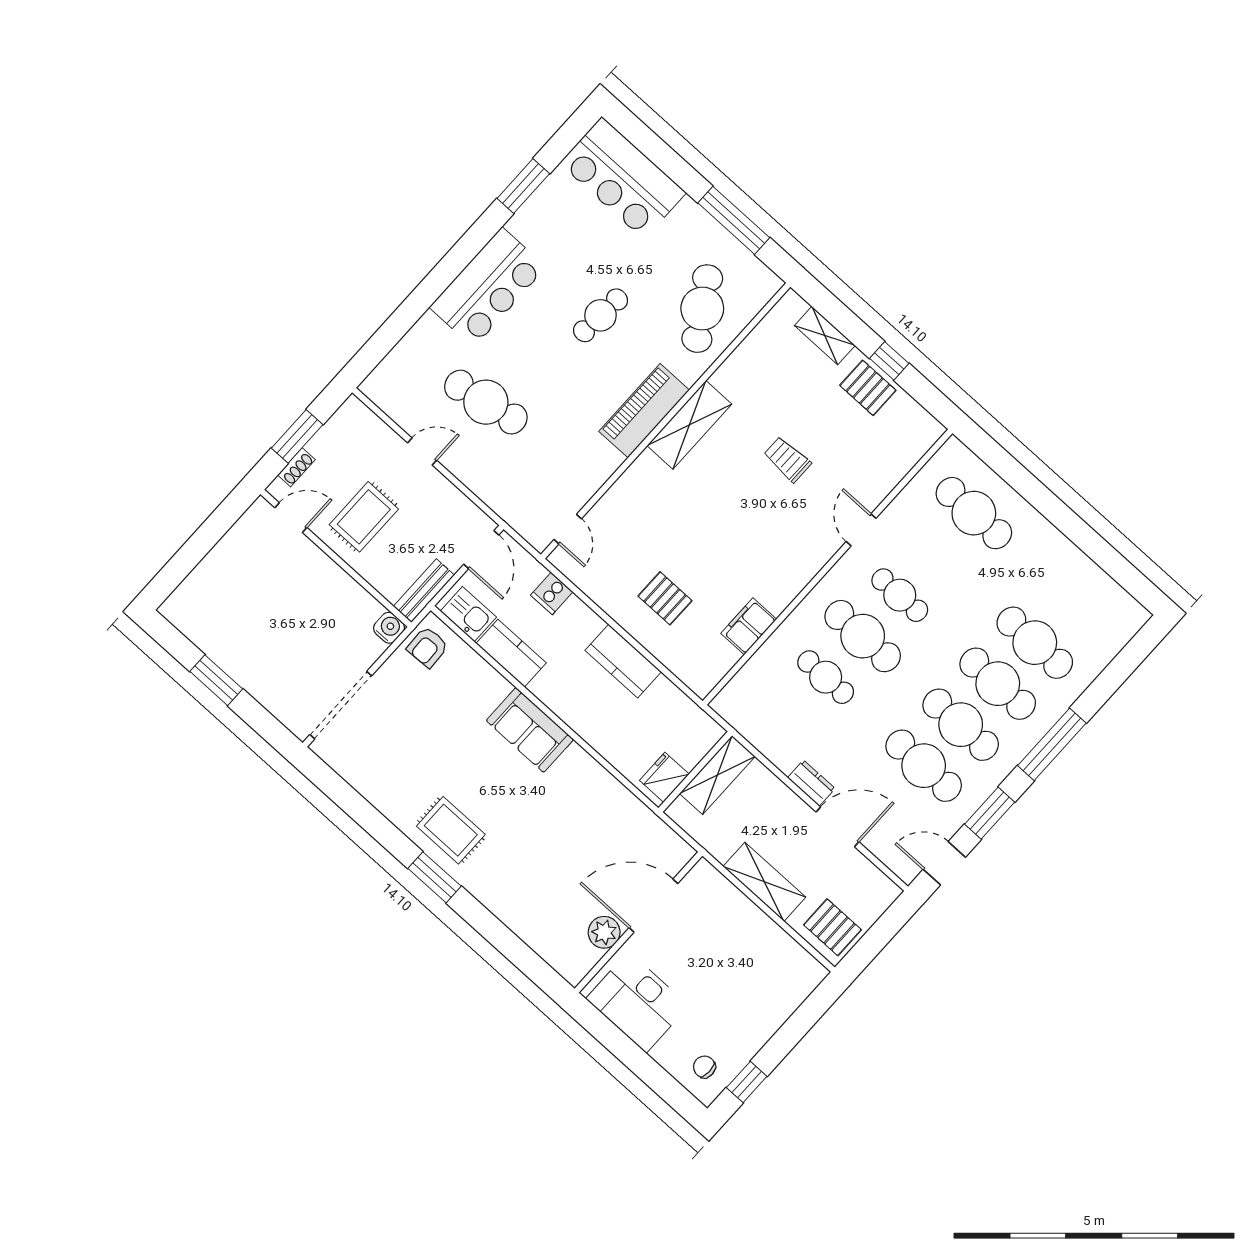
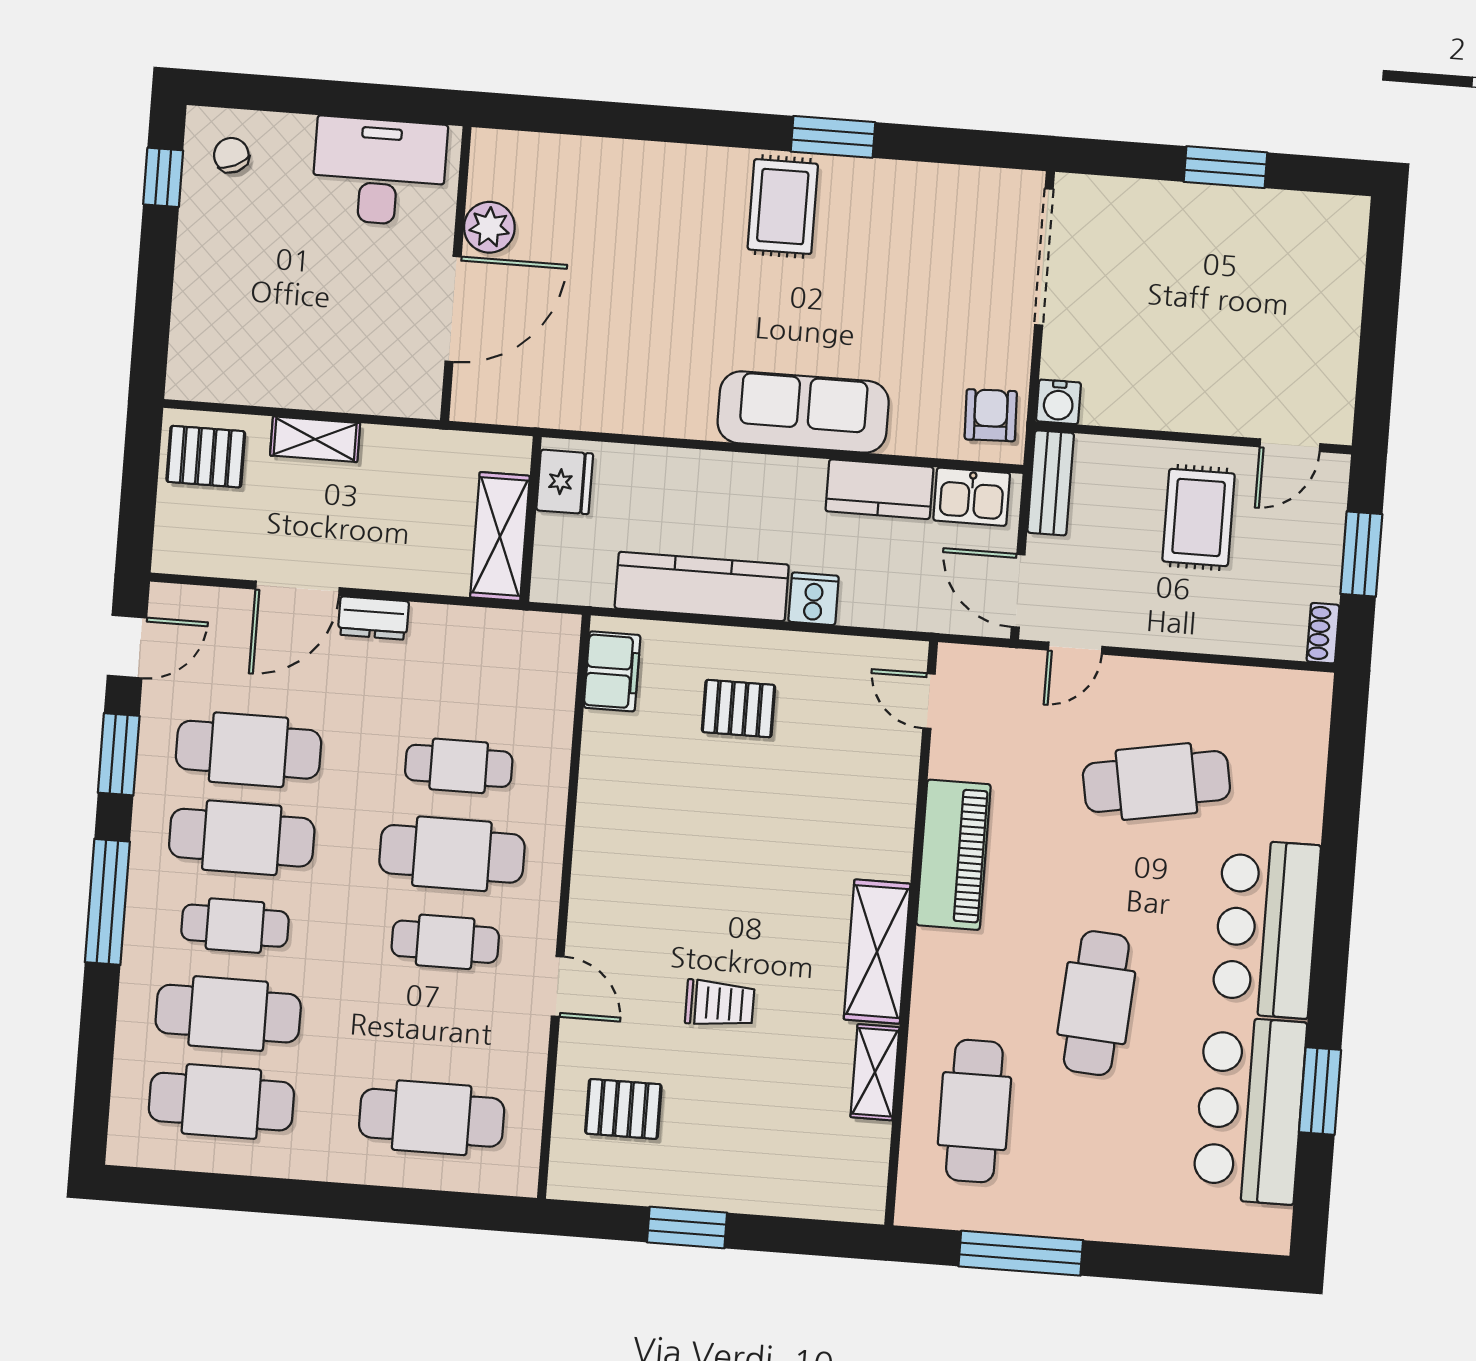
bar counter: (623, 178) -> (1250, 1110), moved, turned -90
cafe table: (702, 309) -> (974, 1111), turned 32
cafe table: (601, 315) -> (1096, 1003), width x1.37, depth x1.35
shelving: (825, 335) -> (875, 1072), moved, turned 90
window: (889, 361) -> (687, 1227), width x1.50
pallet: (868, 388) -> (623, 1109), moved
piano: (644, 411) -> (954, 855), moved
door: (422, 452) -> (1075, 648), moved
shoe rack: (296, 467) -> (1323, 633), moved
cooker: (552, 593) -> (814, 599), moved
cafe table: (1072, 602) -> (221, 1102), added
filing cabinet: (749, 626) -> (612, 671), moved
kitchen counter: (623, 661) -> (702, 586), width x1.50
cafe table: (998, 684) -> (235, 926), width x0.73, depth x0.74
sofa: (530, 730) -> (803, 412), width x1.36
rug: (451, 830) -> (783, 207), turned 90
window: (434, 877) -> (833, 137), moved
shelving: (764, 882) -> (315, 439), width x0.67, depth x0.75
chair: (704, 1067) -> (231, 155), turned -115

